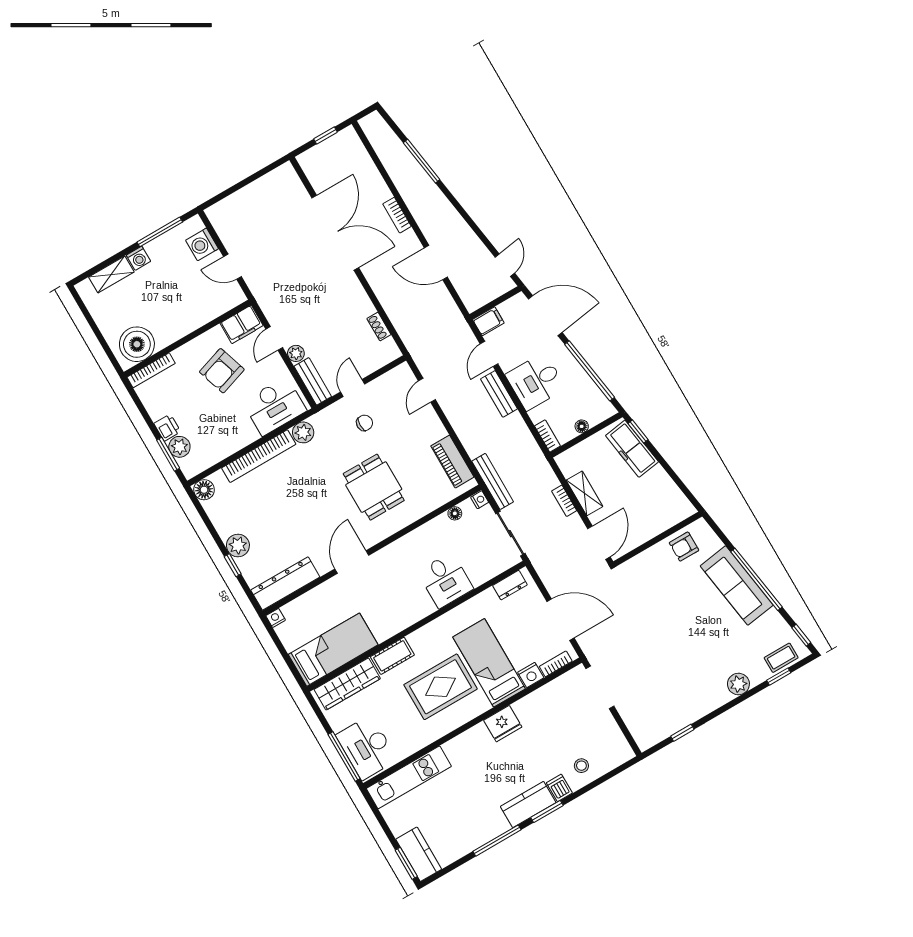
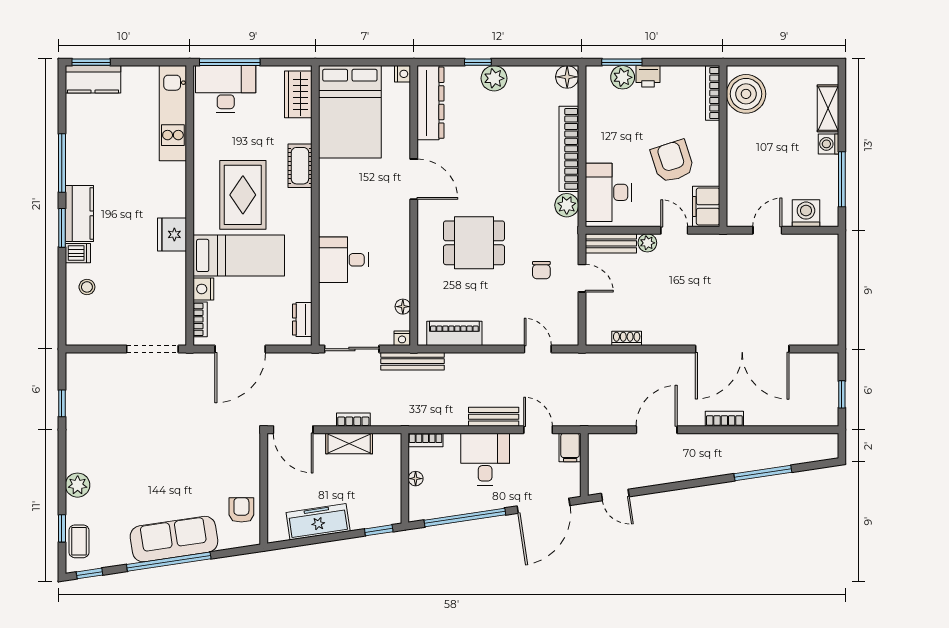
freezer: (632, 449) -> (318, 522), moved
bed: (333, 650) -> (350, 112), width x1.50
wardrobe: (347, 684) -> (298, 94), width x0.67

